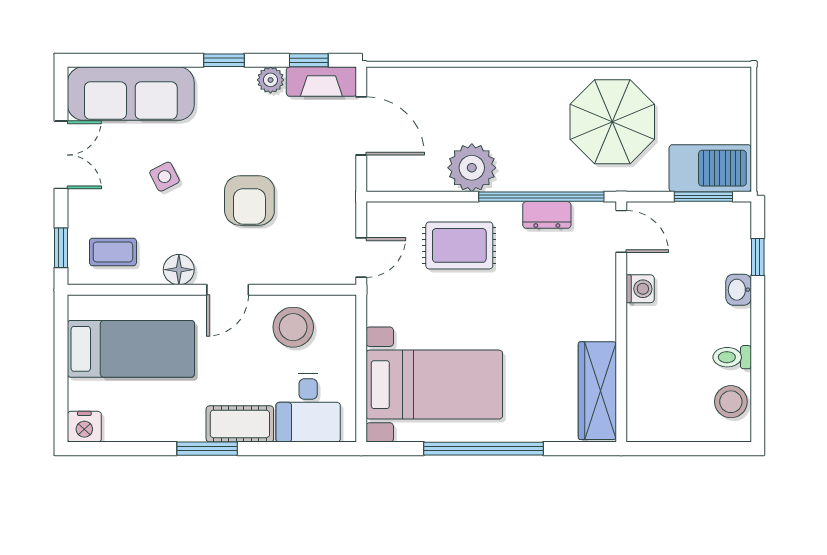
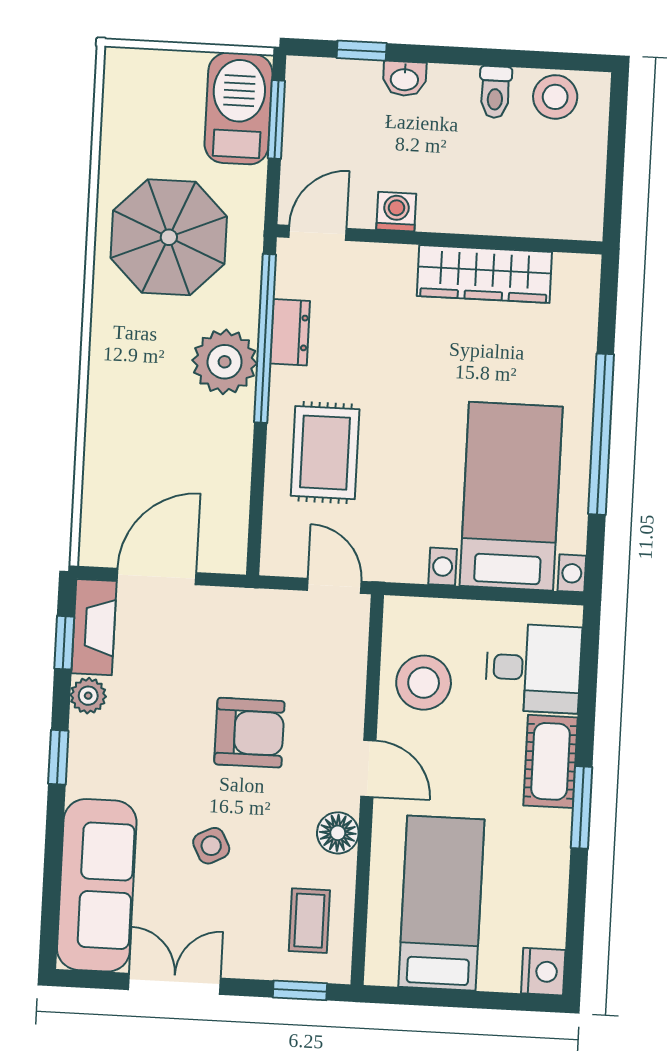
plant: (472, 168) -> (225, 362), moved
wardrobe: (597, 391) -> (484, 274), moved

